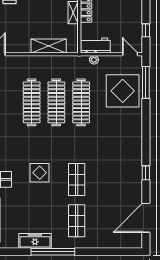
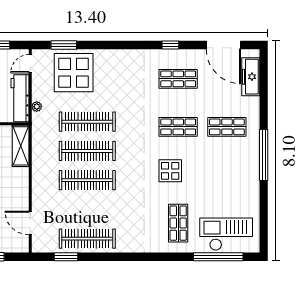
workbench: (95, 45) -> (20, 98), width x1.38
shelving: (49, 46) -> (21, 146), moved
window: (146, 82) -> (64, 45), width x0.69
shop shelf: (117, 179) -> (178, 79), added
freezer: (35, 241) -> (251, 77), moved

